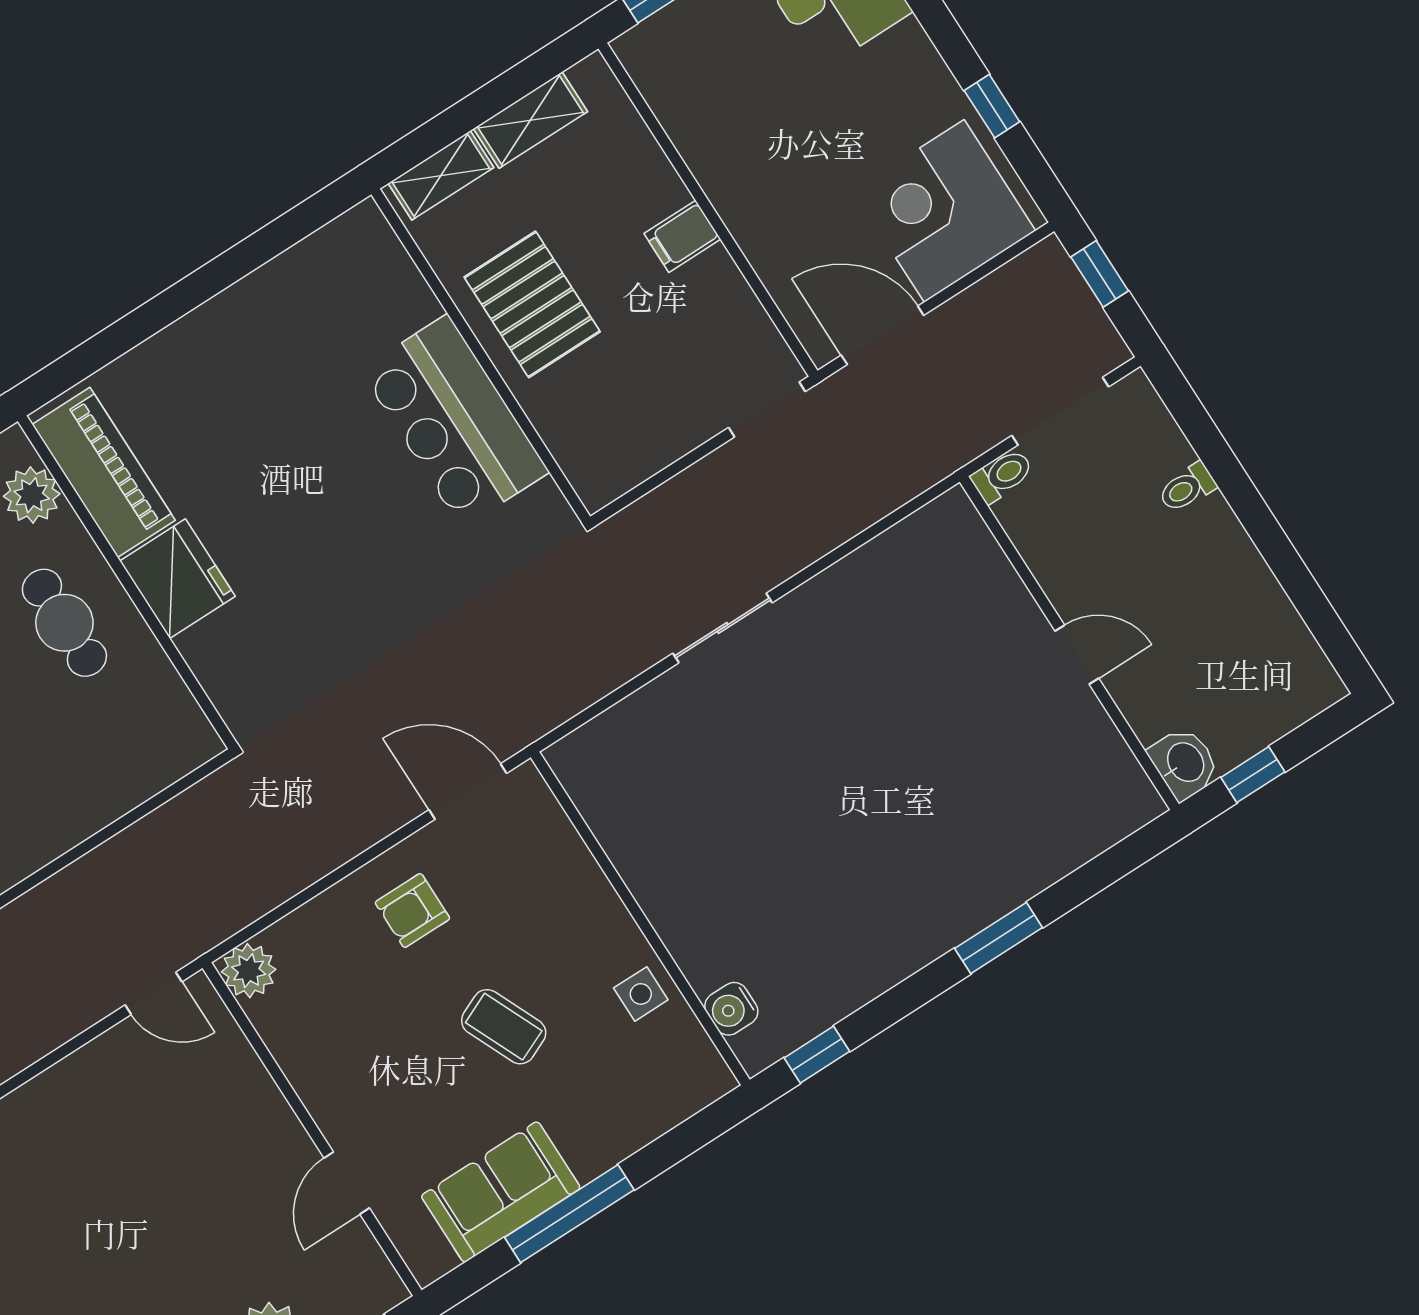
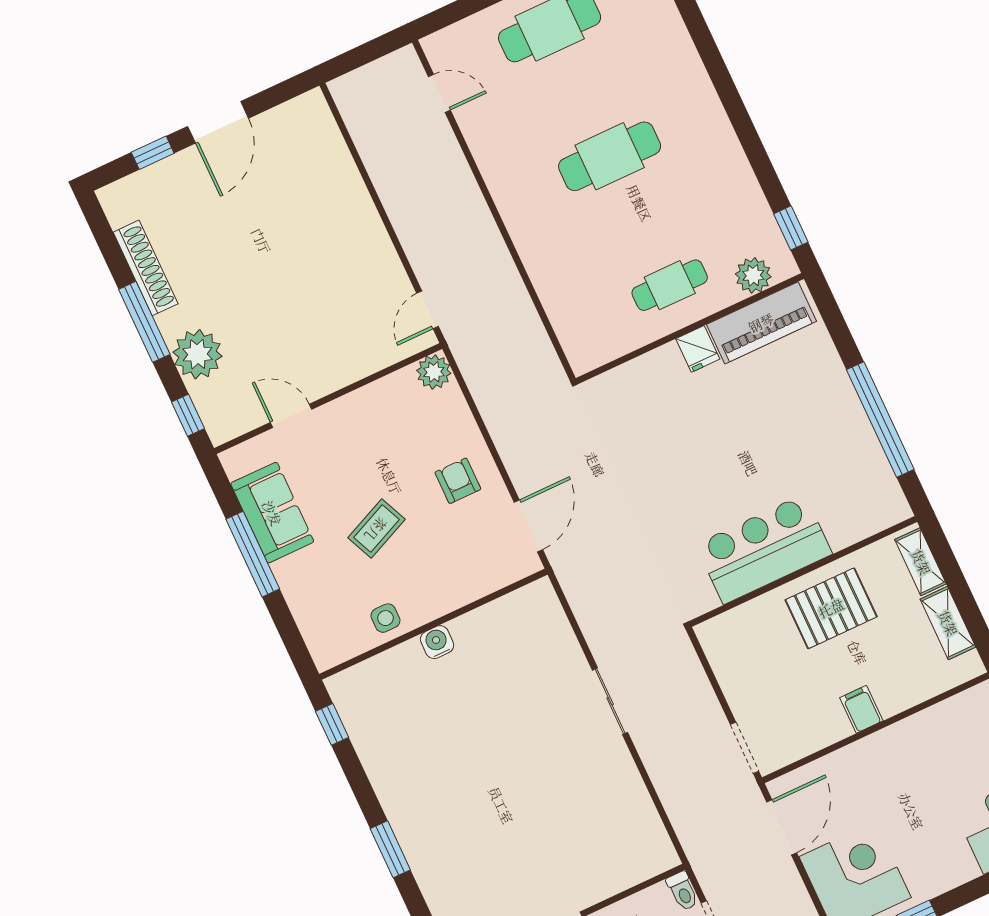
window: (229, 268) -> (880, 419), added
fridge: (178, 579) -> (698, 349), width x0.53, depth x0.75
water cooler: (731, 1009) -> (437, 642), moved

